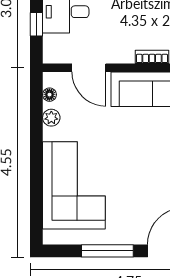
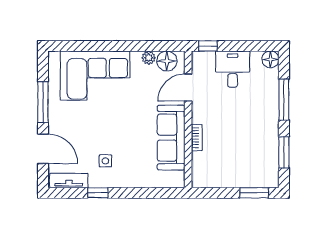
window: (36, 24) -> (208, 46), moved
floor lamp: (49, 95) -> (167, 61), width x1.89, depth x1.89

